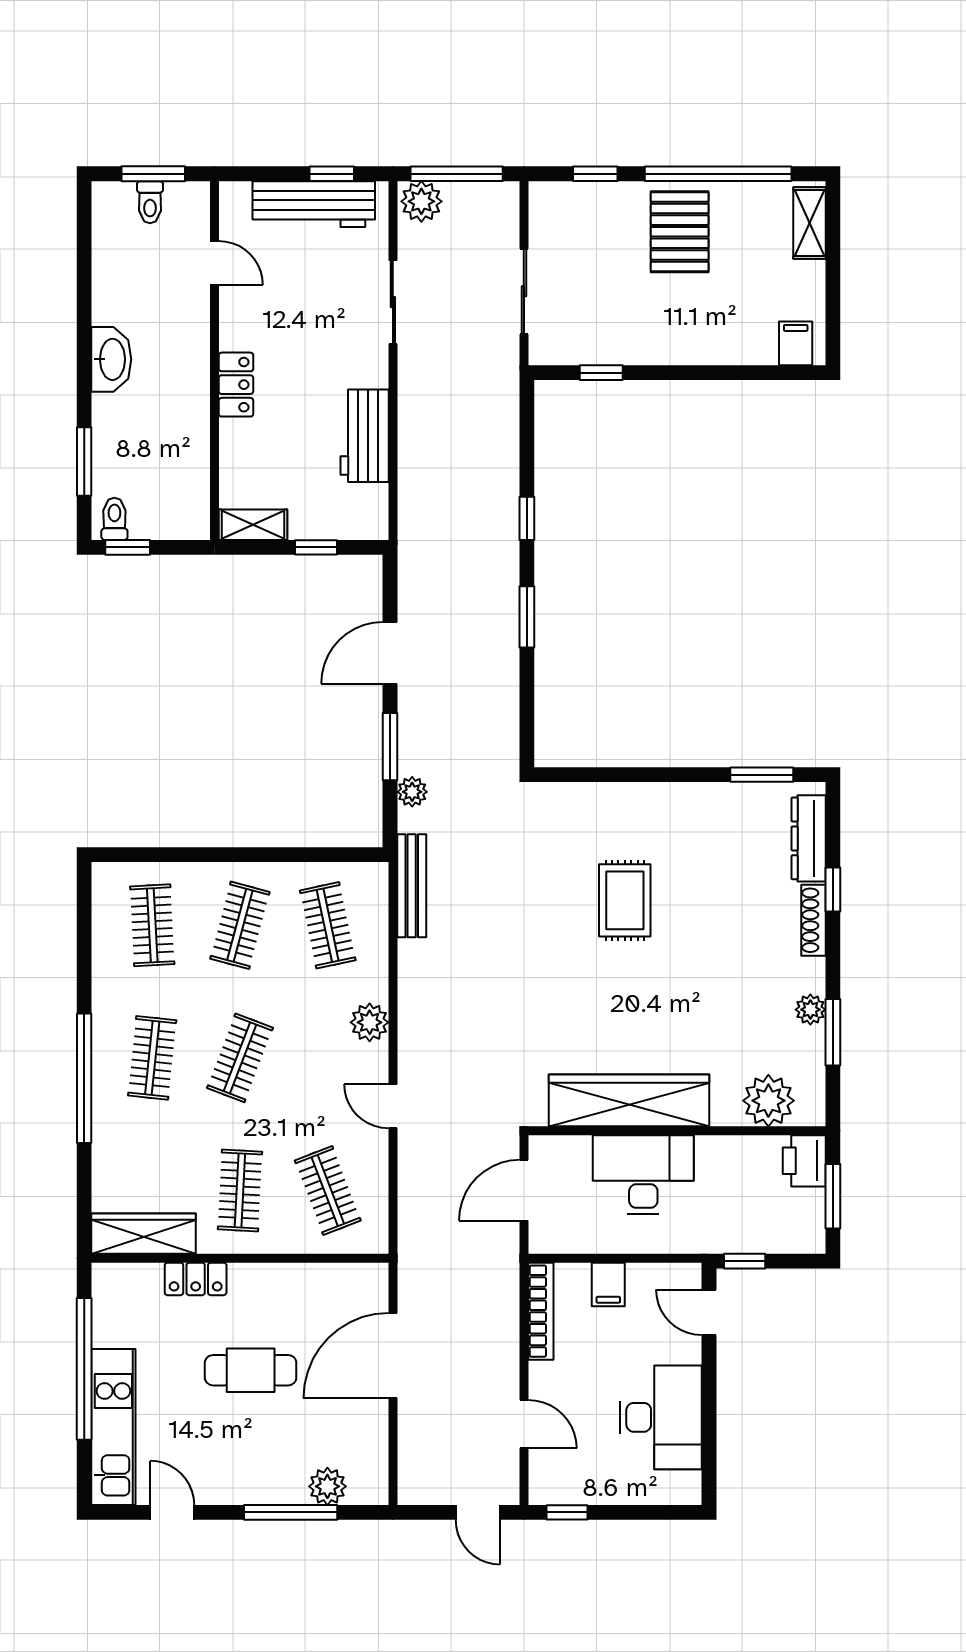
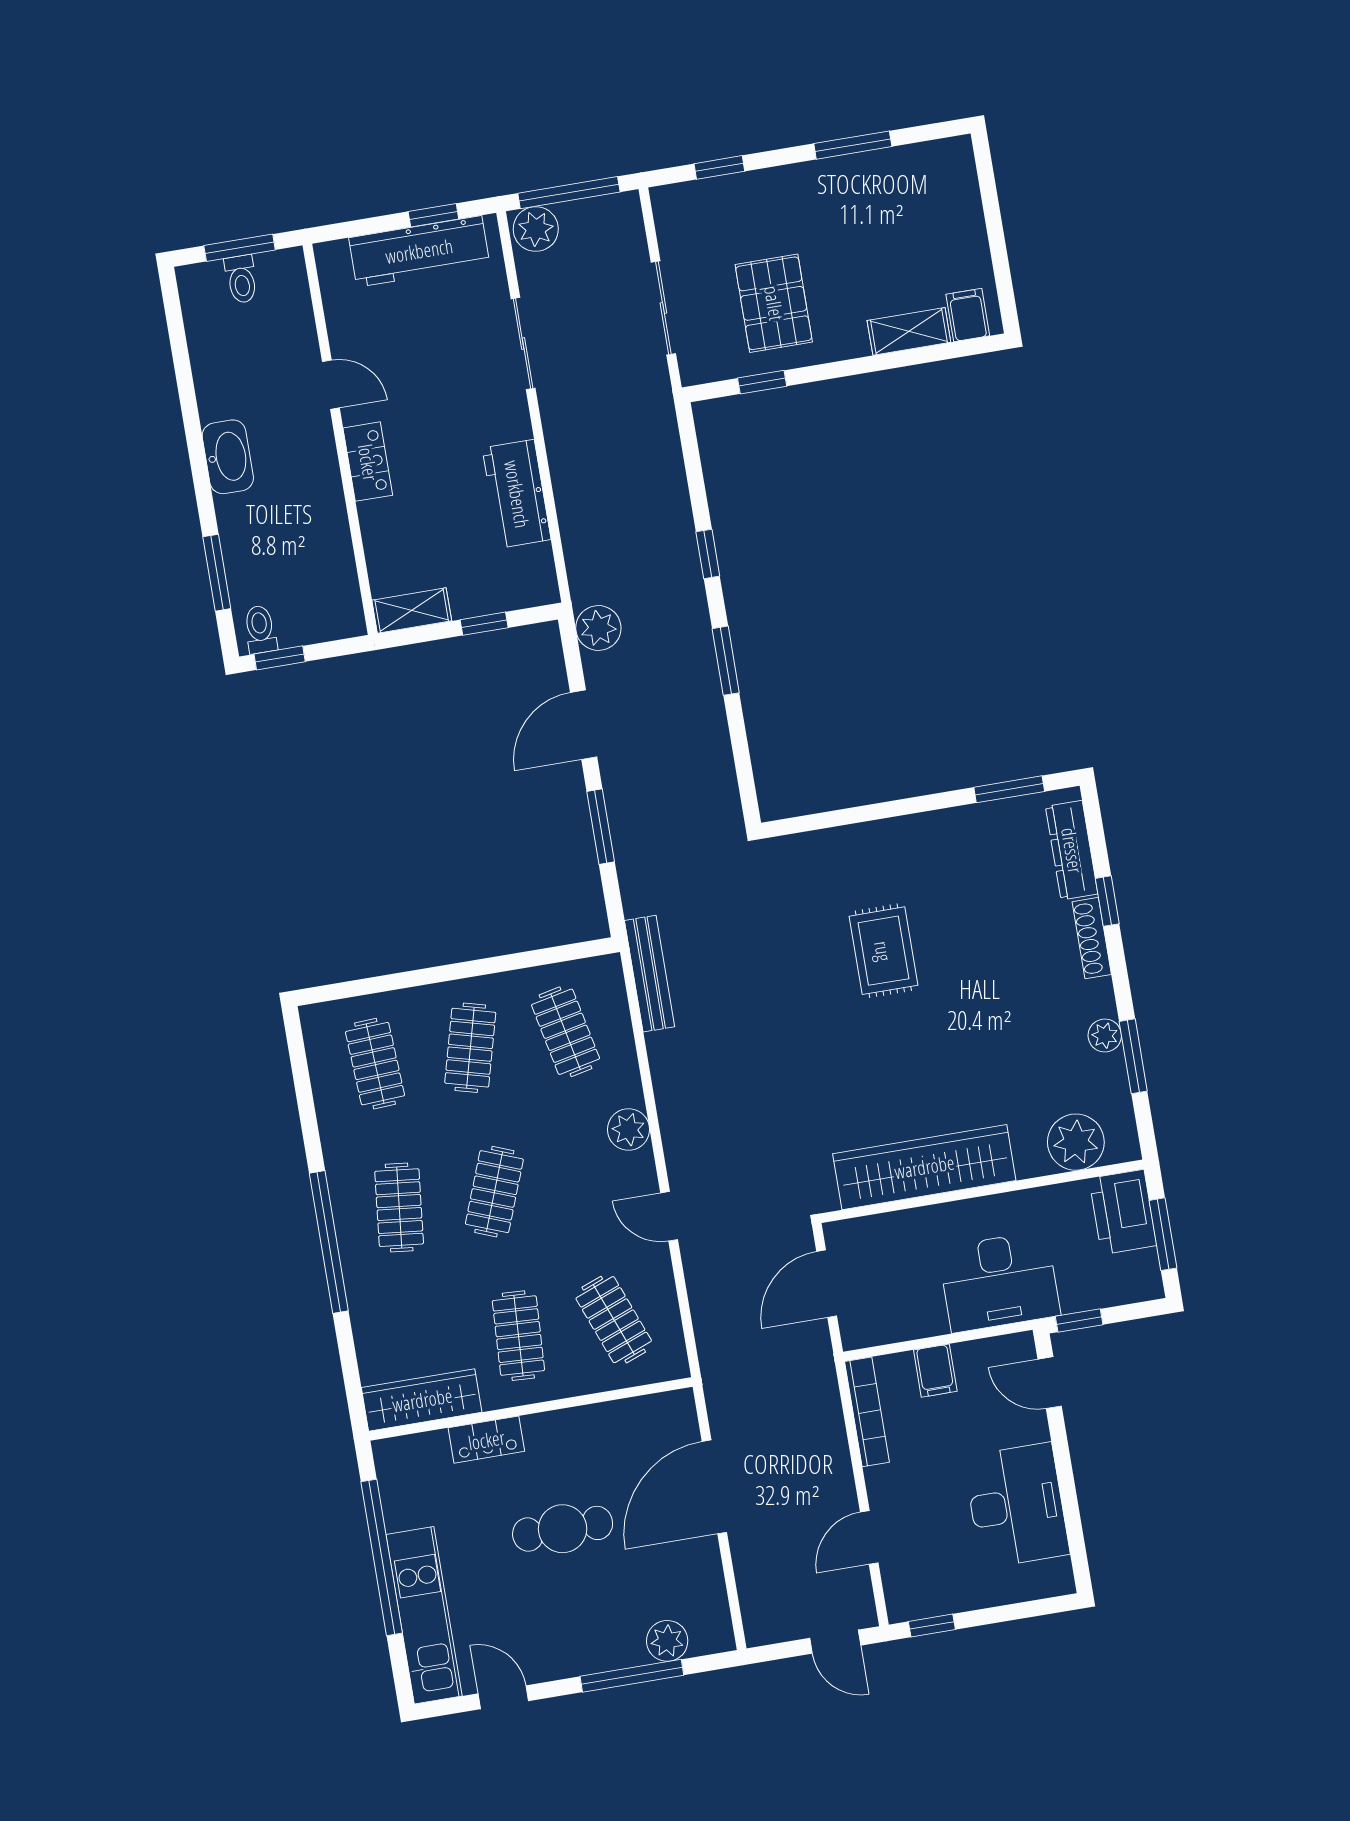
window: (718, 174) -> (853, 145), width x0.47
shelving: (809, 223) -> (909, 331), moved, turned 90
pallet: (680, 232) -> (774, 303), moved
door: (214, 263) -> (331, 385), moved
plant: (412, 792) -> (598, 628), moved, width x1.38, depth x1.38
printer: (804, 1161) -> (1123, 1212), width x1.37, depth x1.19
desk: (643, 1175) -> (999, 1282), moved, turned 180
door: (524, 1424) -> (869, 1537), swing flipped

